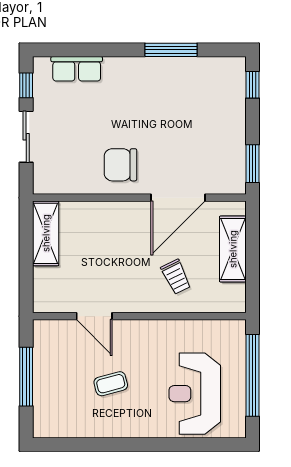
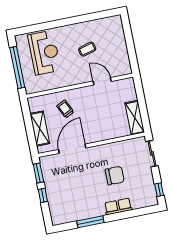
row of seats: (77, 69) -> (118, 206), moved
window: (252, 85) -> (43, 195), moved
sliding door: (26, 137) -> (152, 154), moved
chair: (120, 165) -> (115, 176), moved
window: (26, 377) -> (130, 44), removed

